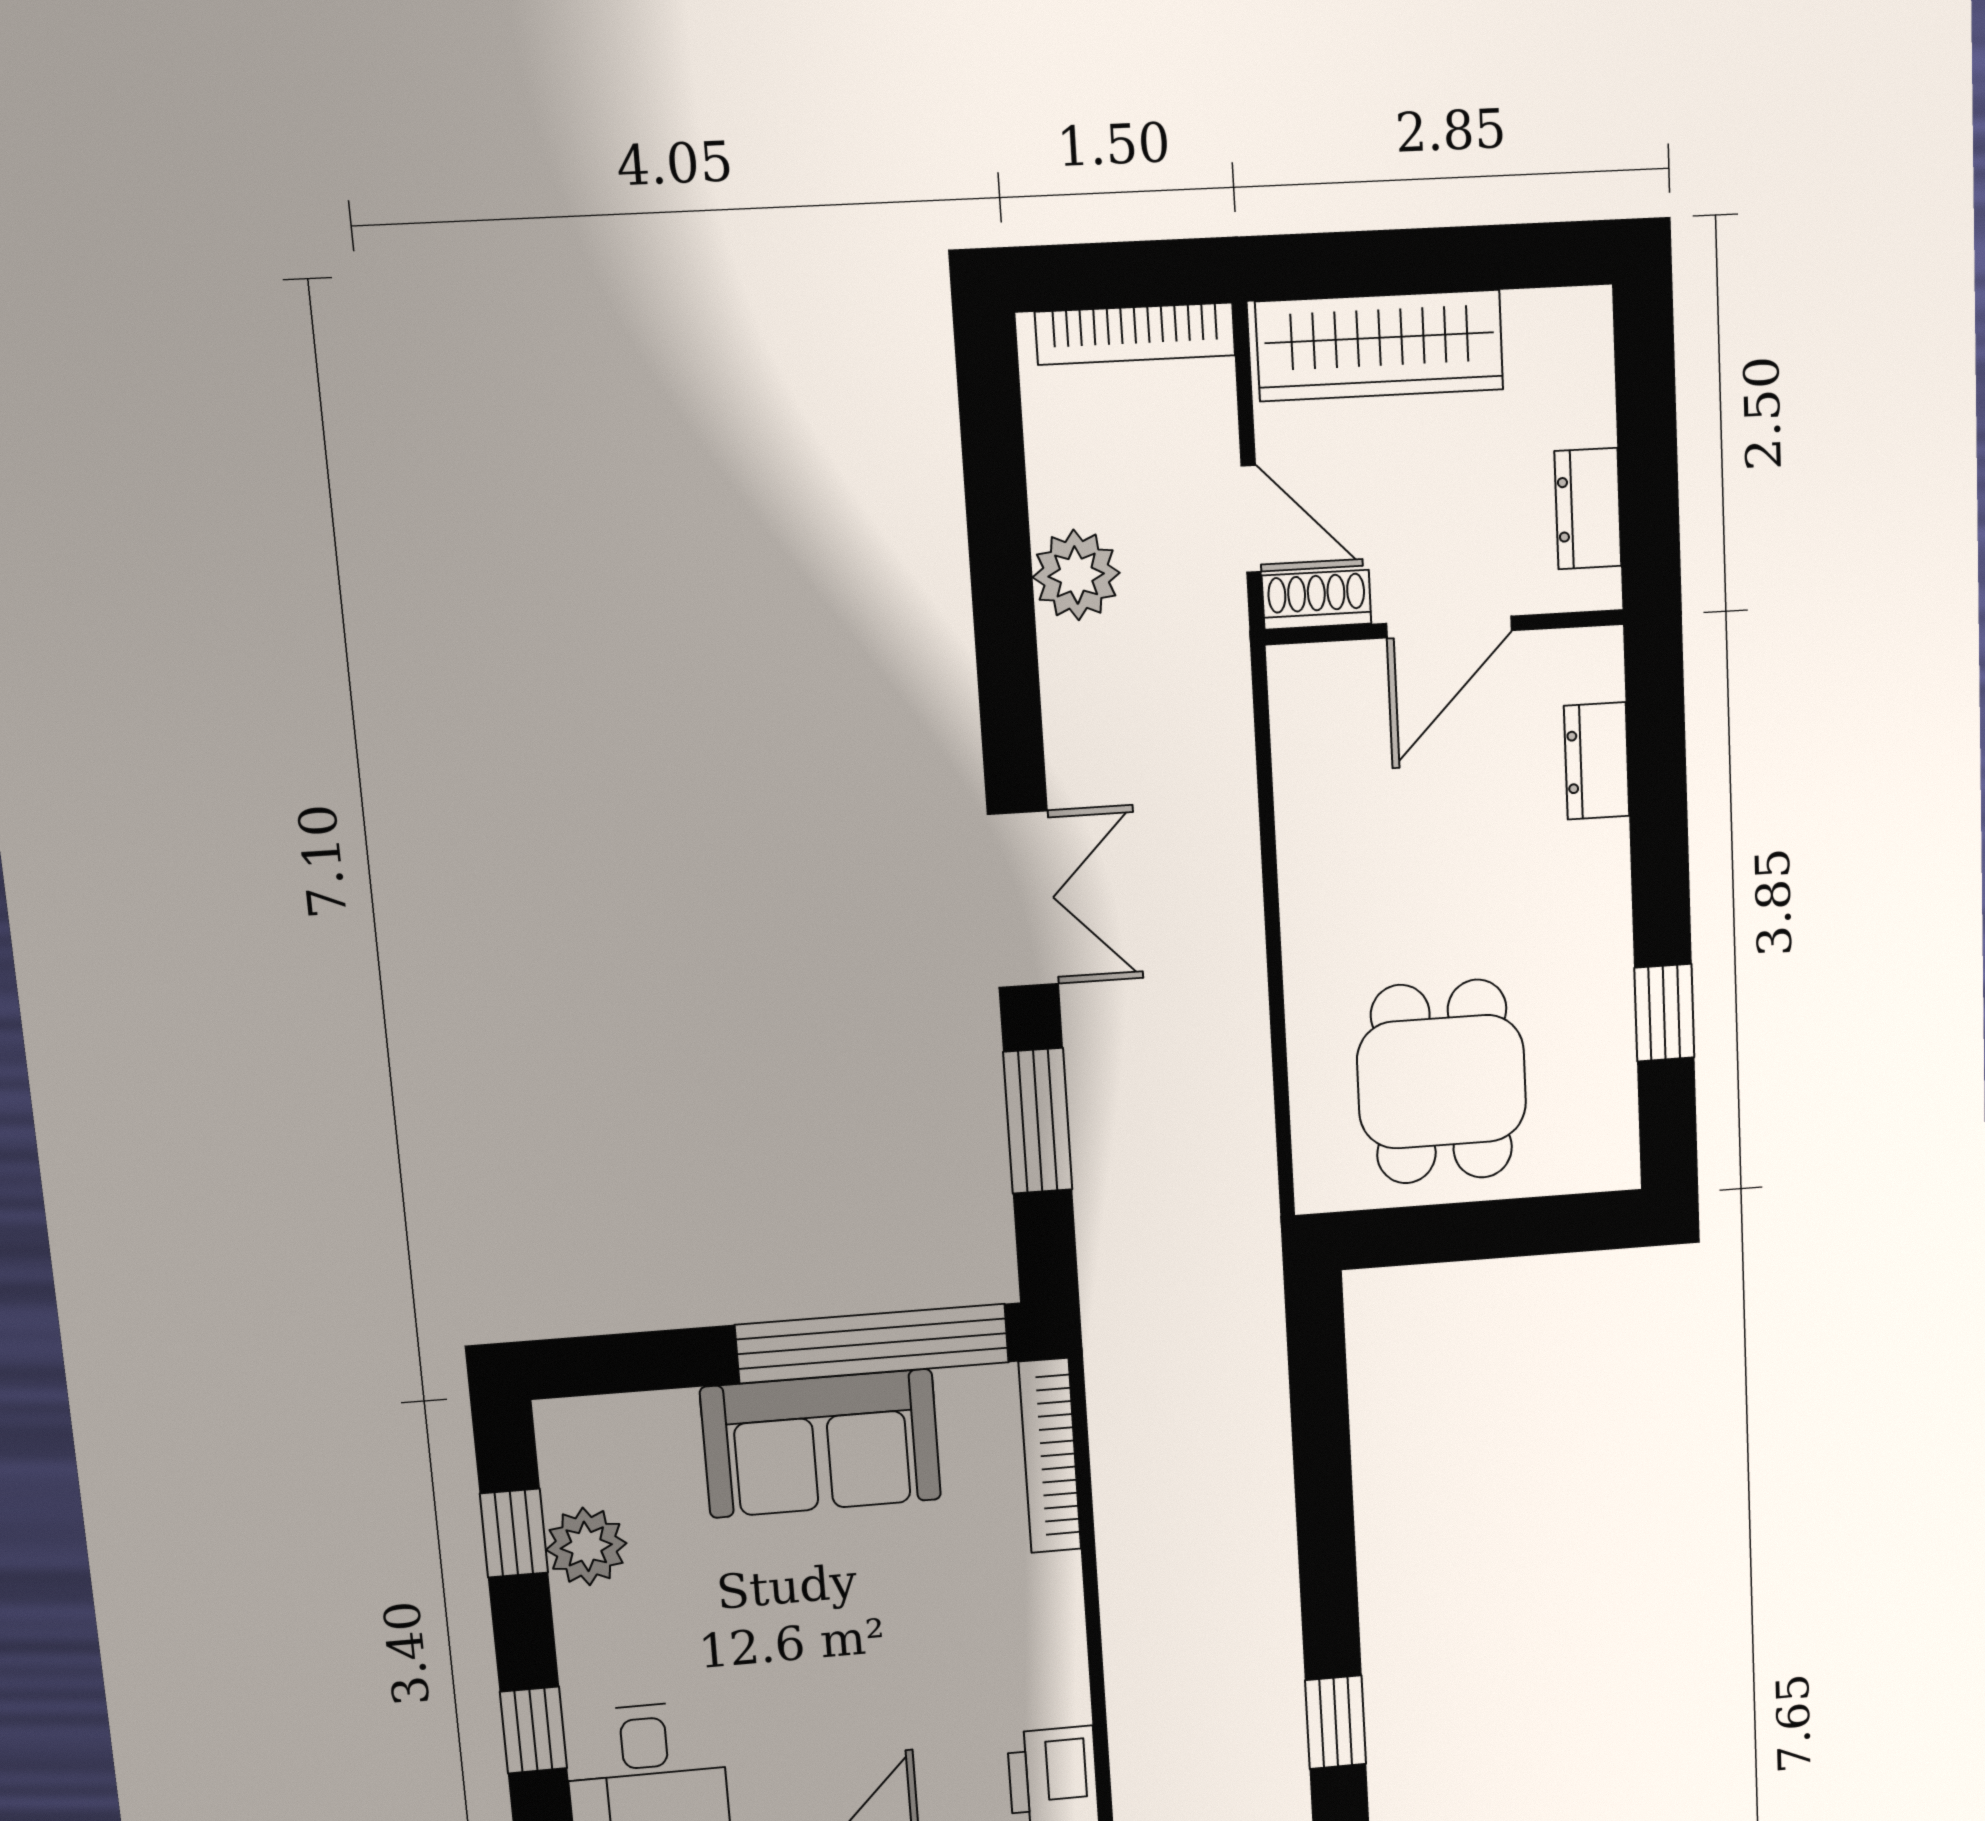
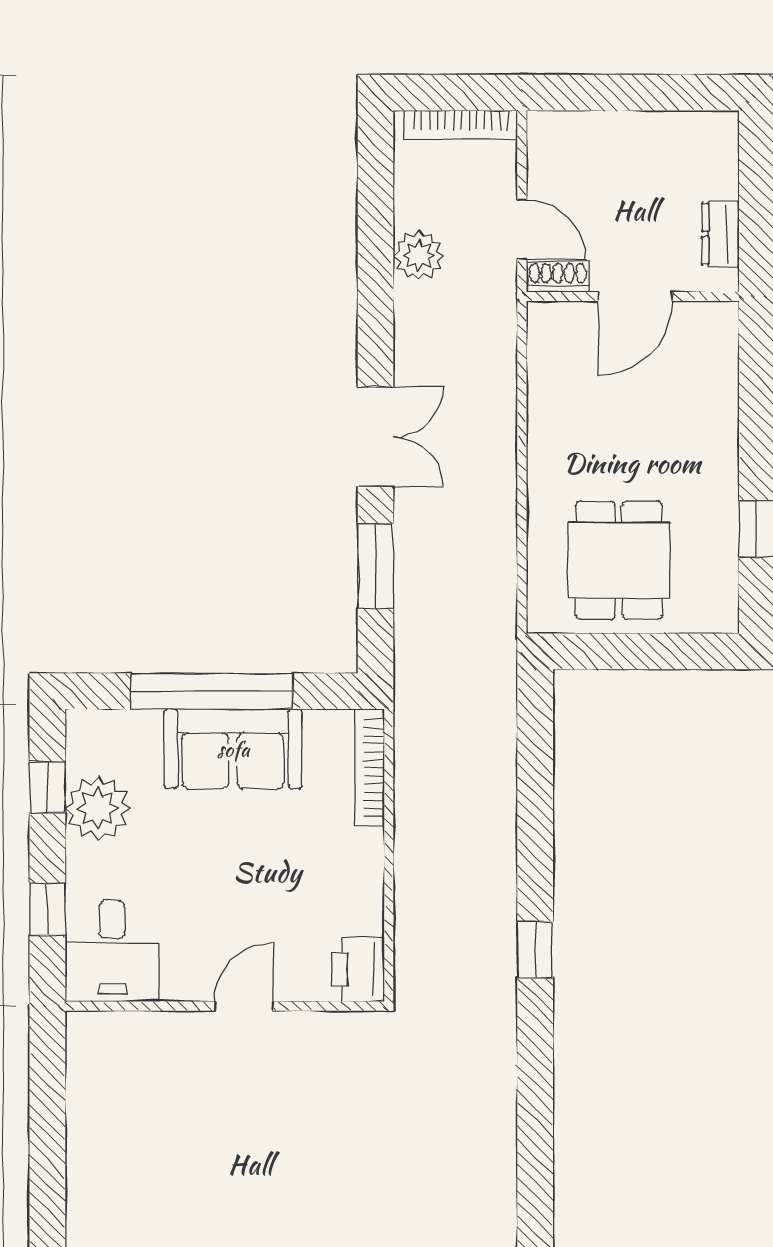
wardrobe: (1380, 346) -> (602, 138), removed
dresser: (1597, 761) -> (721, 378), removed
window: (872, 1344) -> (211, 691), moved
plant: (586, 1546) -> (98, 808), width x1.36, depth x1.36

